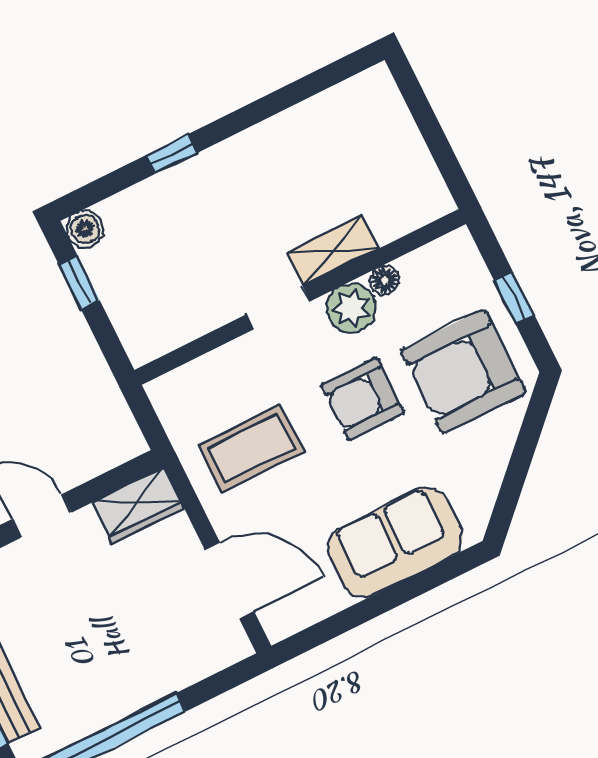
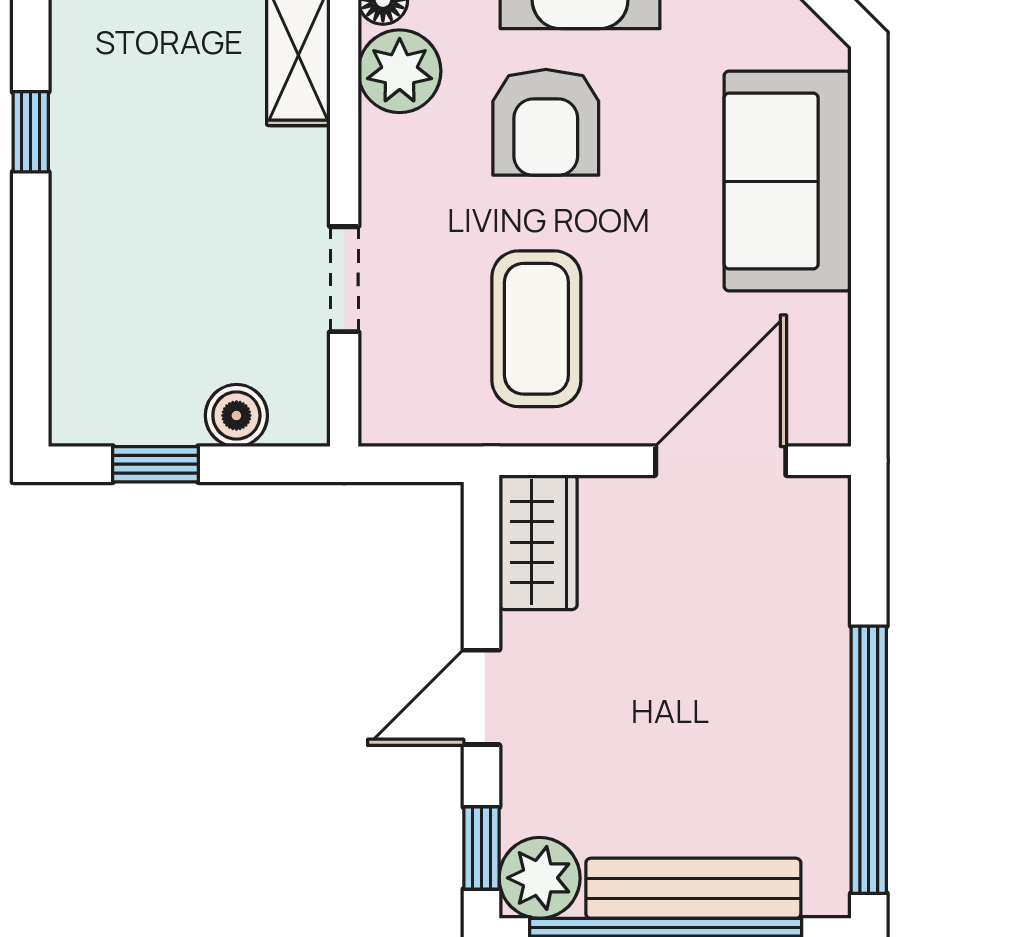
window: (172, 154) -> (31, 132), moved
boiler: (85, 229) -> (236, 416), moved
doorway: (278, 308) -> (344, 279), moved

